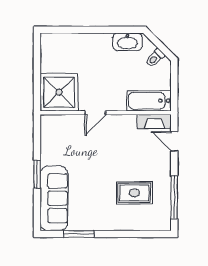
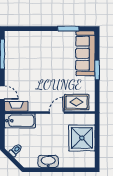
washbasin: (127, 42) -> (48, 161), moved
shower: (59, 92) -> (82, 138), moved
rug: (134, 193) -> (77, 102), moved

